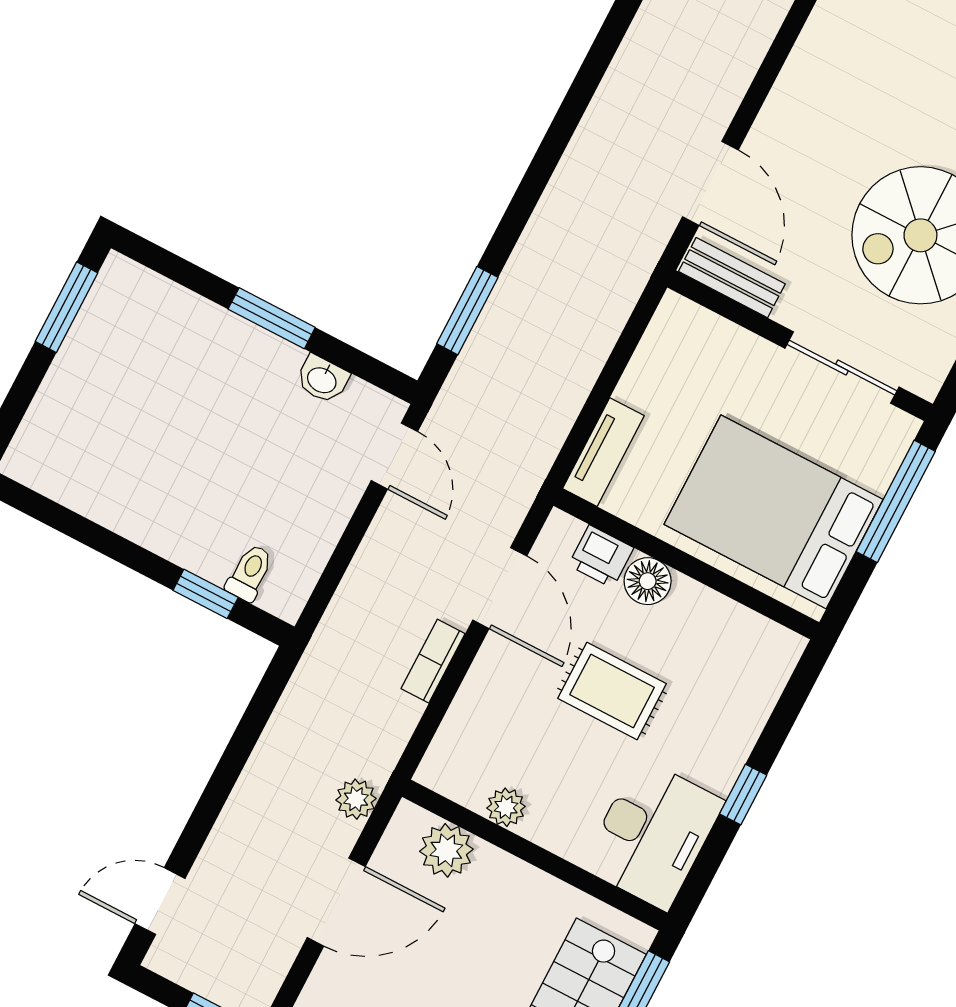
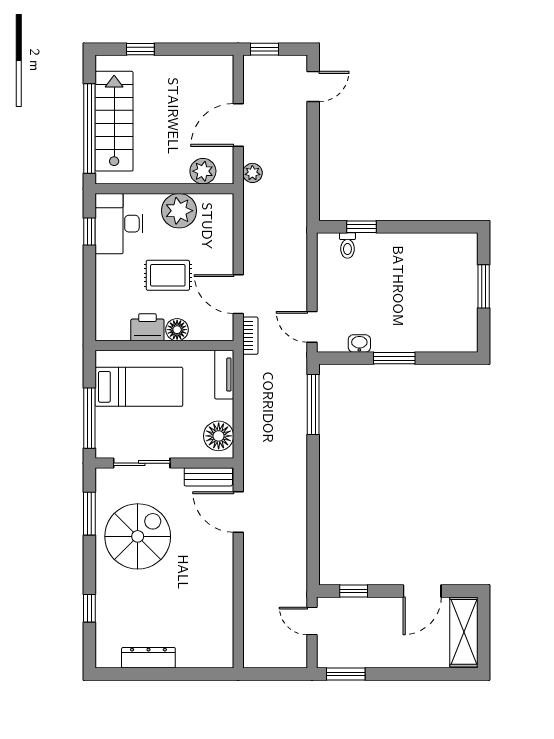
window: (67, 307) -> (484, 286), moved
window: (467, 311) -> (313, 405), width x1.44
floor lamp: (673, 344) -> (219, 436), added
bed: (774, 512) -> (139, 387), width x0.67
printer: (601, 556) -> (147, 327), moved, width x1.36, depth x1.24
bookcase: (433, 661) -> (250, 336), moved
window: (743, 794) -> (89, 232), moved
plant: (506, 807) -> (179, 211), width x1.87, depth x1.87

